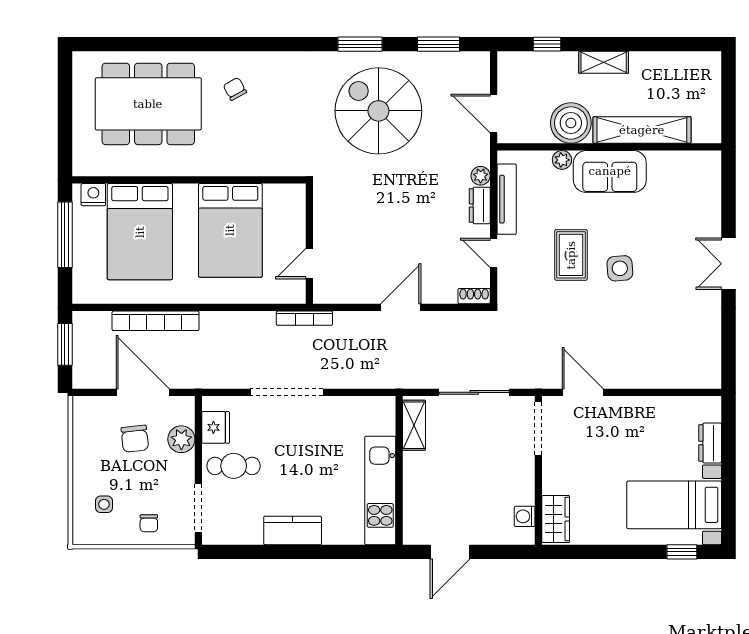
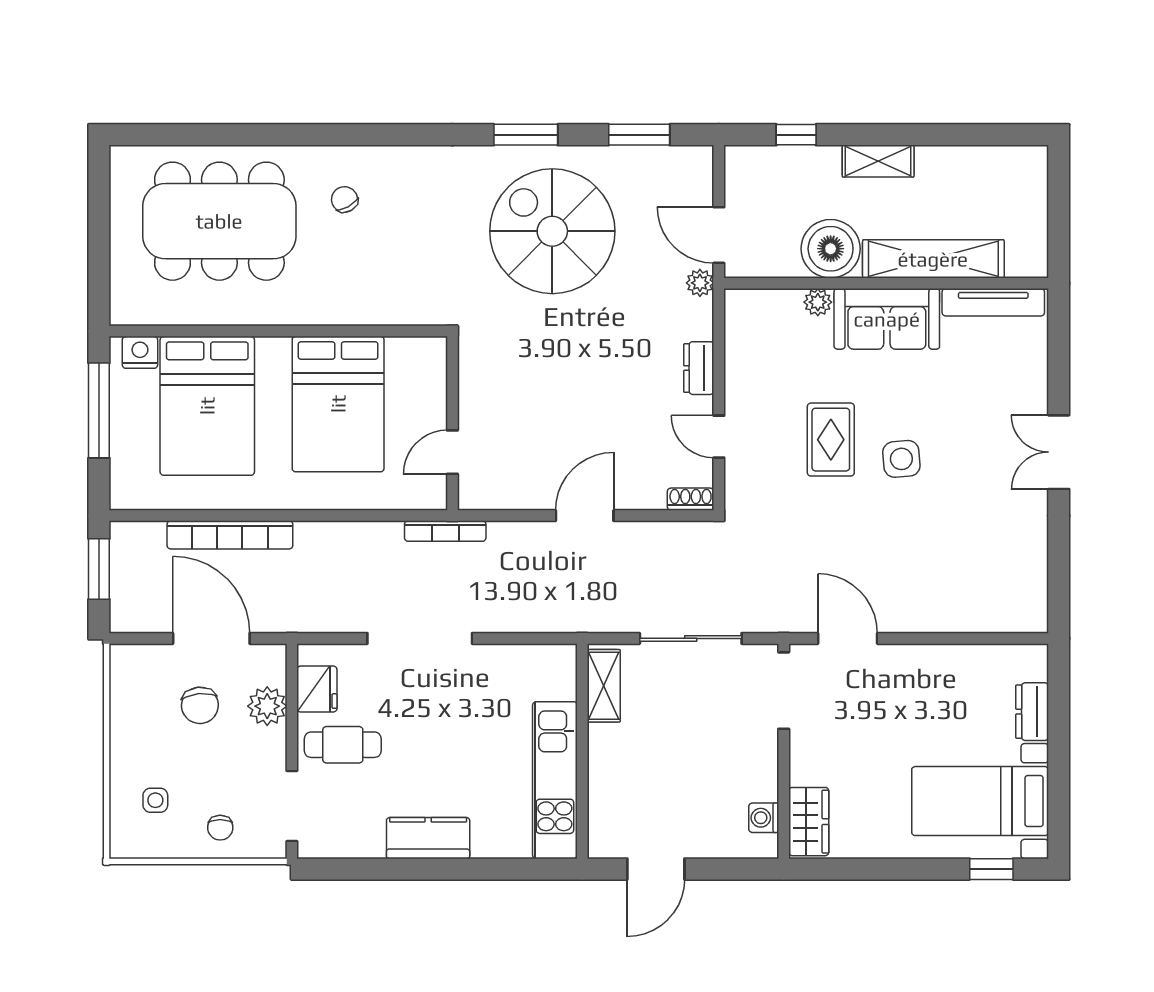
plant: (481, 176) -> (700, 283), moved
tv unit: (507, 199) -> (993, 302), moved, turned 90

